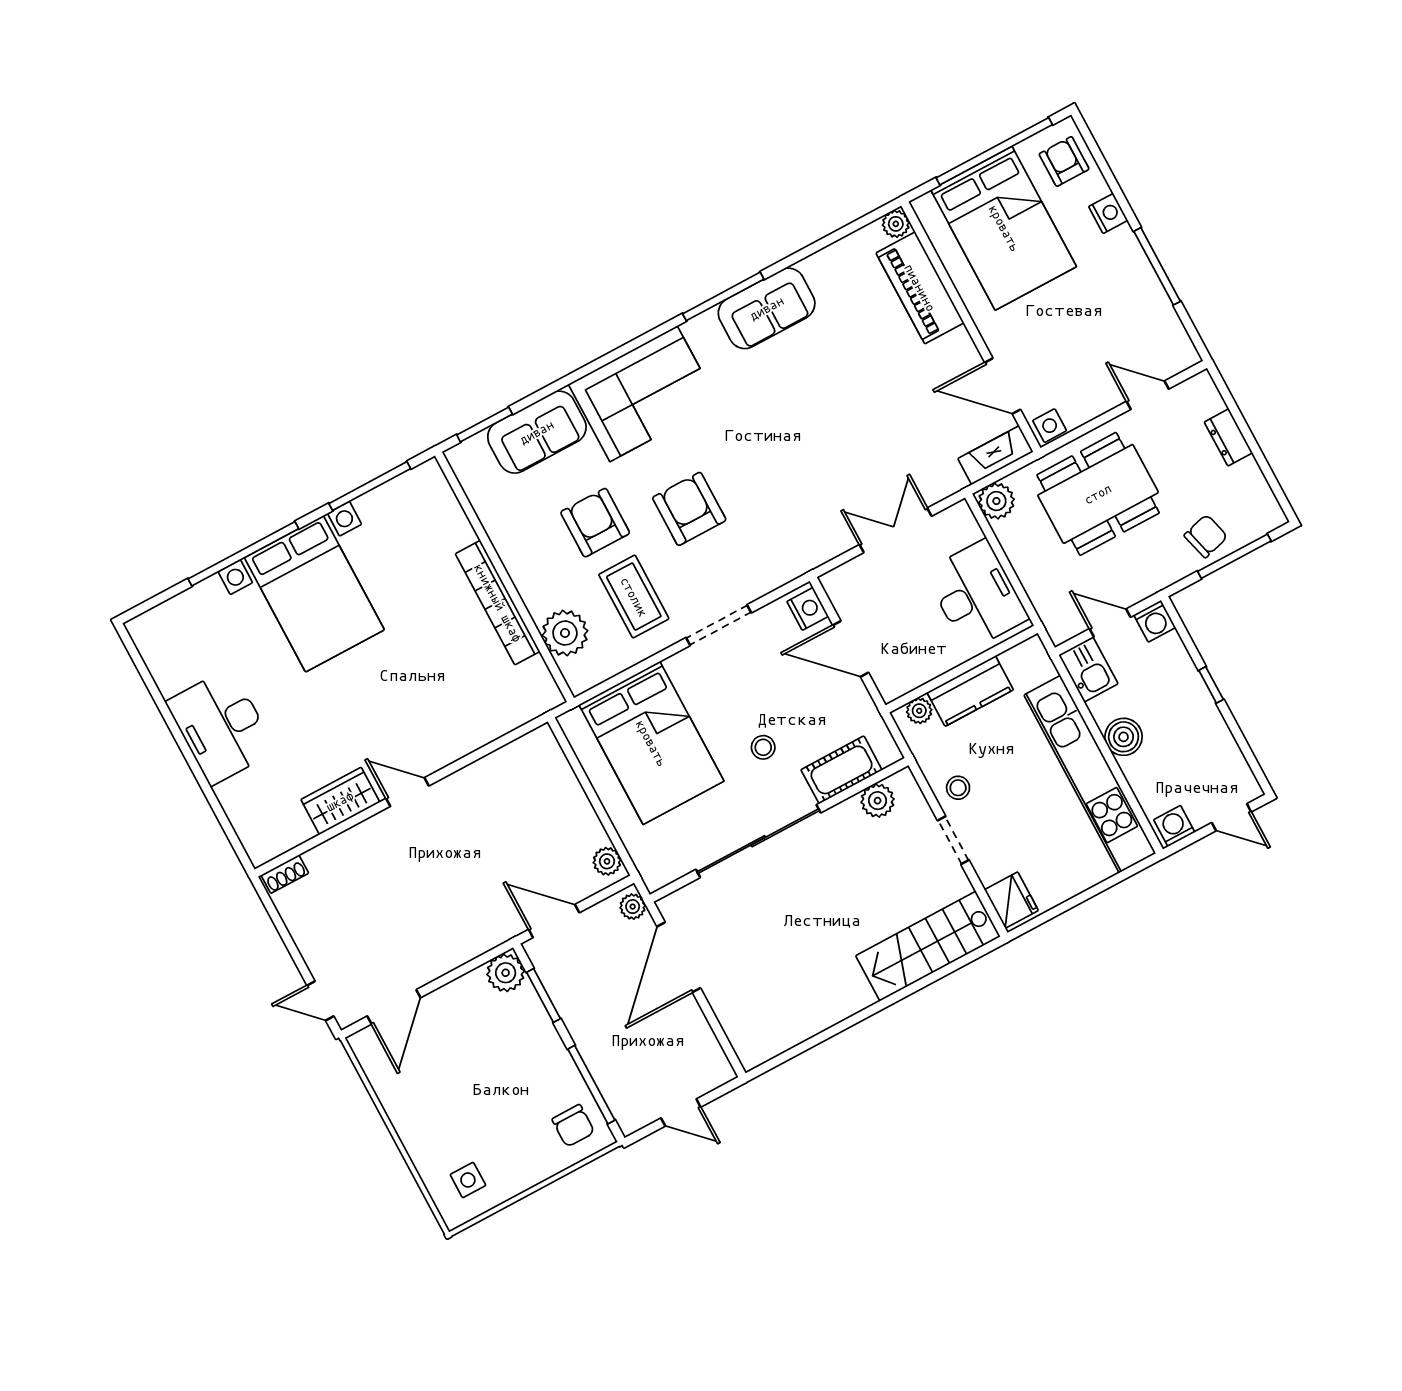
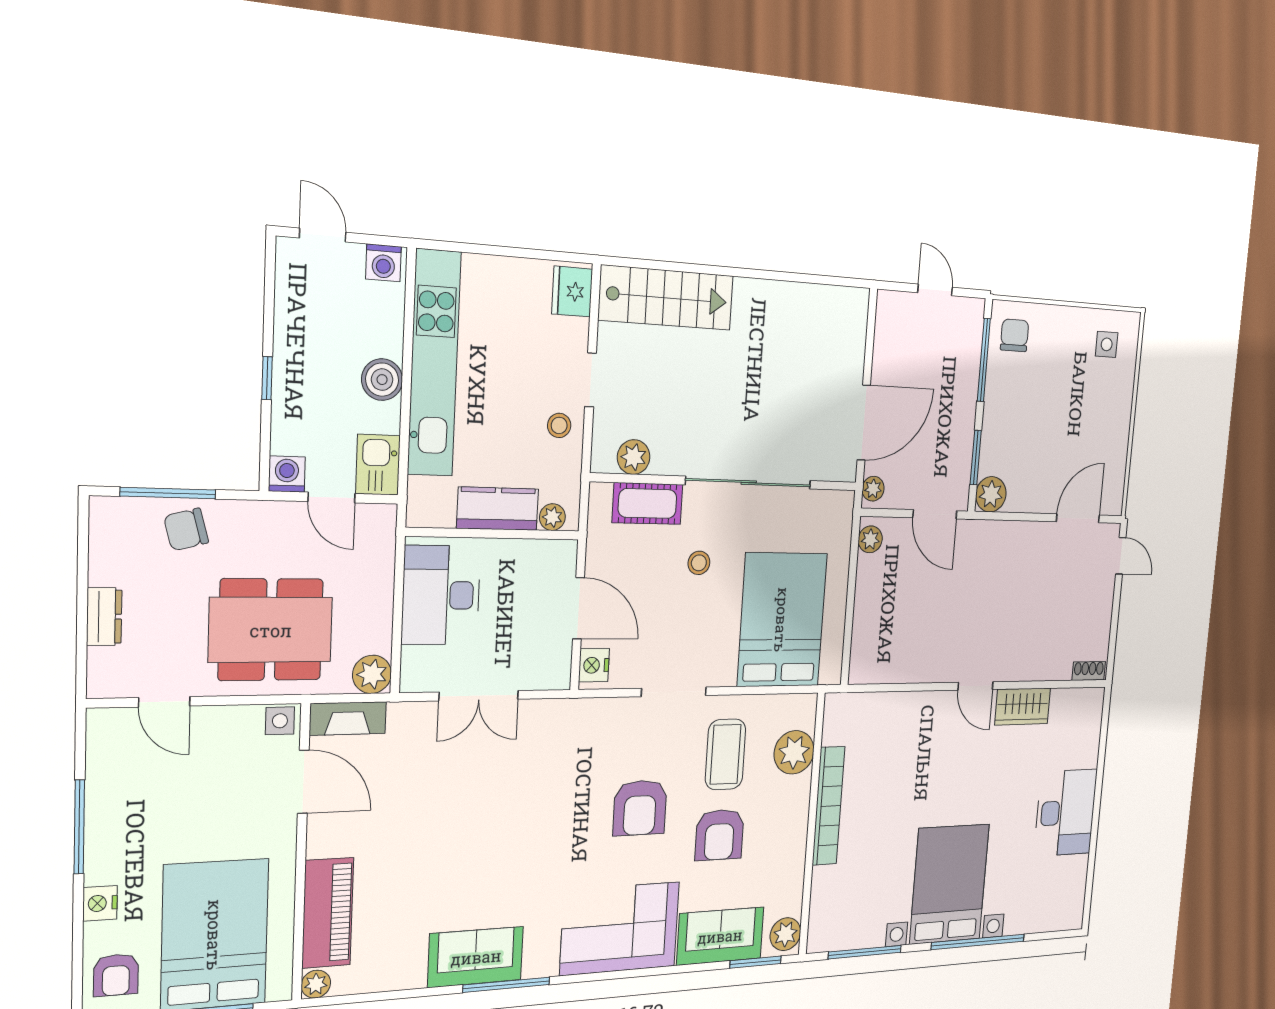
plant: (469, 464) -> (785, 934), added

